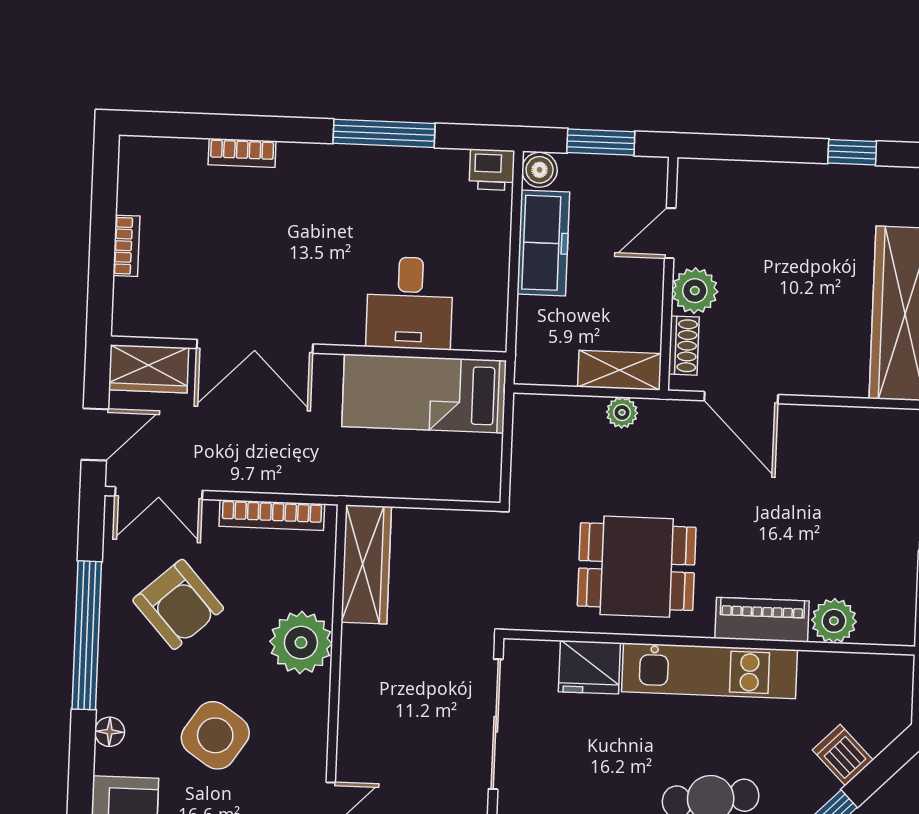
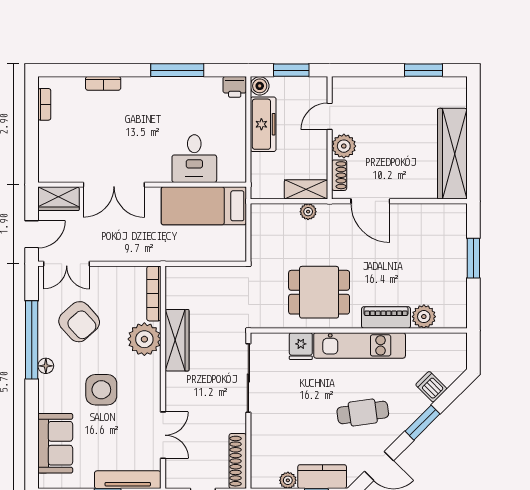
window: (852, 152) -> (423, 70), width x1.50
bookcase: (126, 246) -> (44, 104), moved
bookcase: (272, 515) -> (154, 294), moved, turned 90
wardrobe: (366, 564) -> (177, 340), moved
fridge: (589, 667) -> (301, 346), width x0.72
floor lamp: (110, 732) -> (46, 366), moved
side table: (215, 735) -> (101, 390), turned -34

